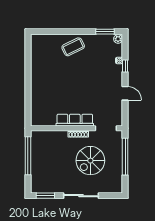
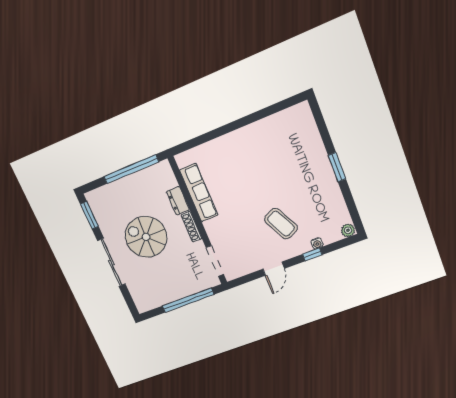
window: (105, 32) -> (337, 167), moved
coffee table: (73, 47) -> (281, 224), moved
row of seats: (75, 120) -> (199, 193), moved
dresser: (59, 135) -> (178, 201), added
spiral stairs: (90, 161) -> (146, 237), moved

